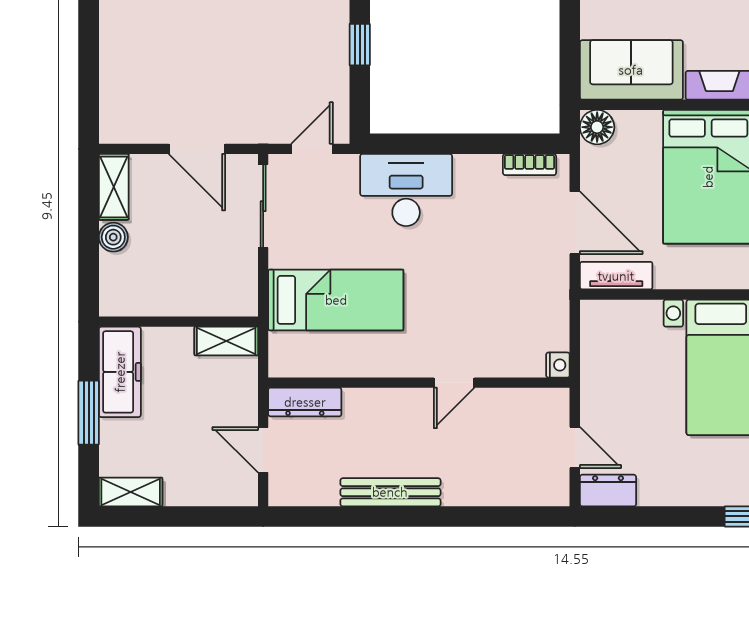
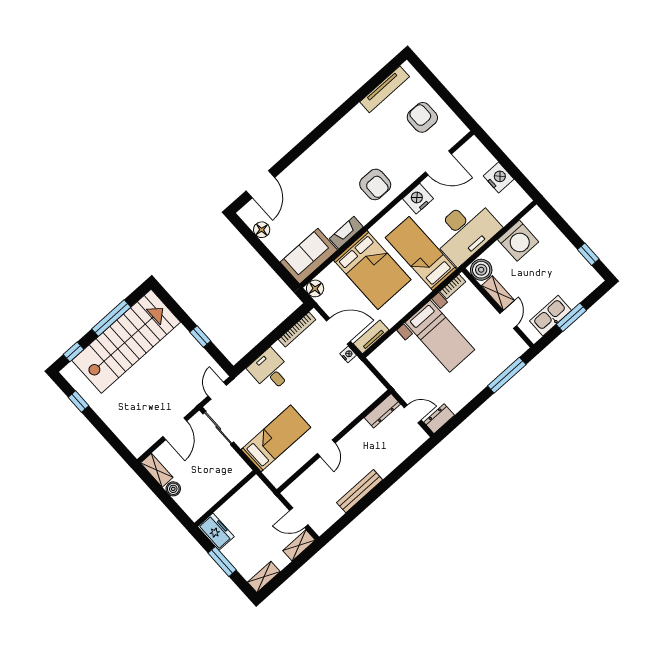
door: (197, 149) -> (175, 429), hinge flipped
bookcase: (530, 165) -> (297, 330), width x1.56
desk: (406, 190) -> (270, 371), width x0.73
shelving: (226, 341) -> (299, 545), moved
nightstand: (558, 365) -> (348, 354), moved
freezer: (120, 372) -> (216, 532), width x0.71
door: (454, 383) -> (326, 448), moved
dresser: (305, 402) -> (382, 411), moved

